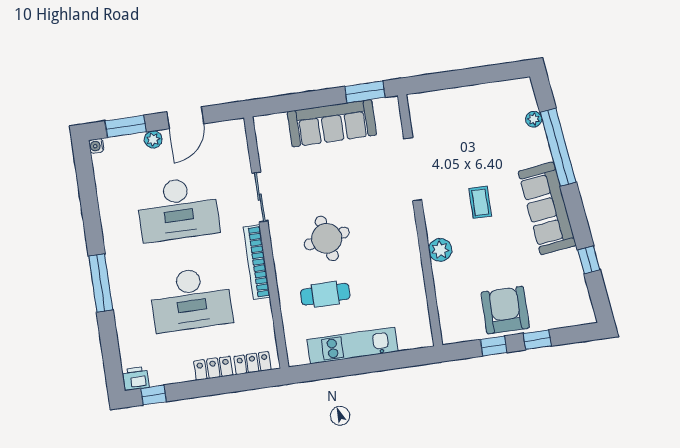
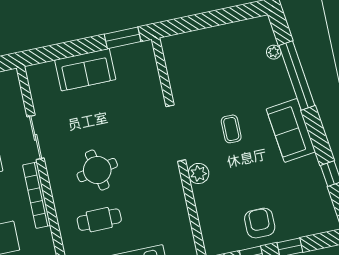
sofa: (332, 123) -> (85, 70), width x0.73
doorway: (413, 169) -> (176, 133), moved
sofa: (547, 208) -> (291, 130), width x0.73
armchair: (505, 310) -> (260, 223), width x0.73, depth x0.73

